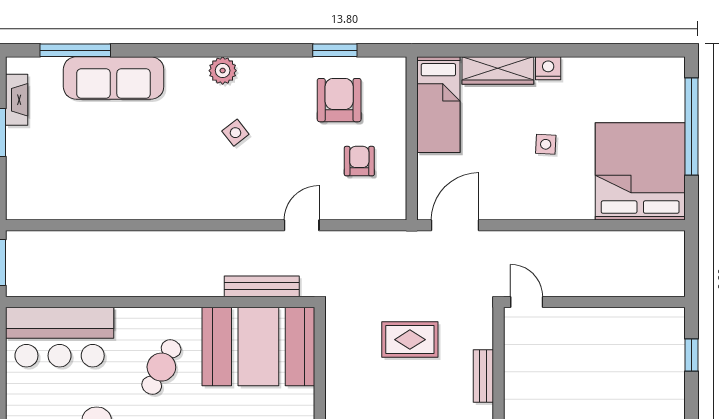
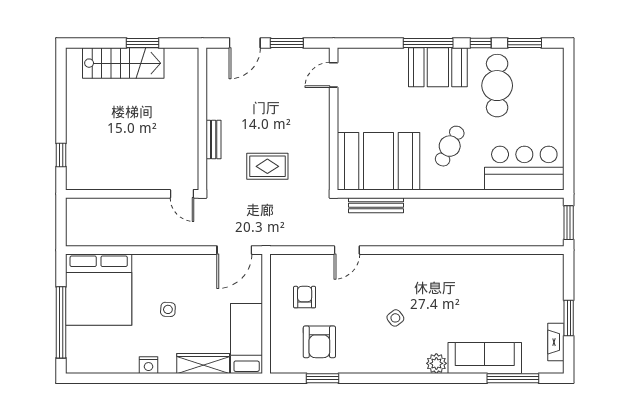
nightstand: (548, 68) -> (148, 365), moved
plant: (223, 71) -> (436, 363), moved
armchair: (359, 161) -> (305, 297), turned 180

